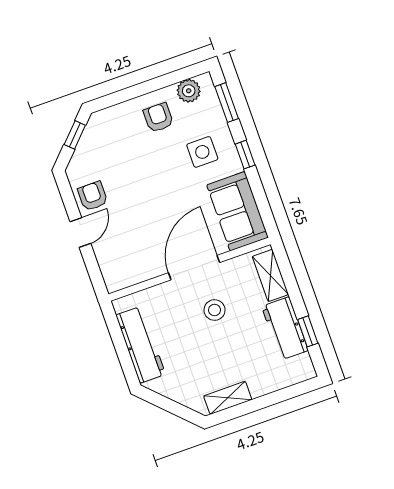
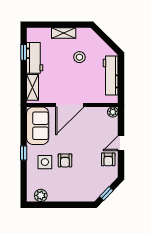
window: (227, 103) -> (24, 183), removed
armchair: (158, 118) -> (65, 160), moved
plant: (114, 282) -> (113, 112), added
stool: (215, 310) -> (79, 57), moved
shelving: (228, 398) -> (64, 33), moved

